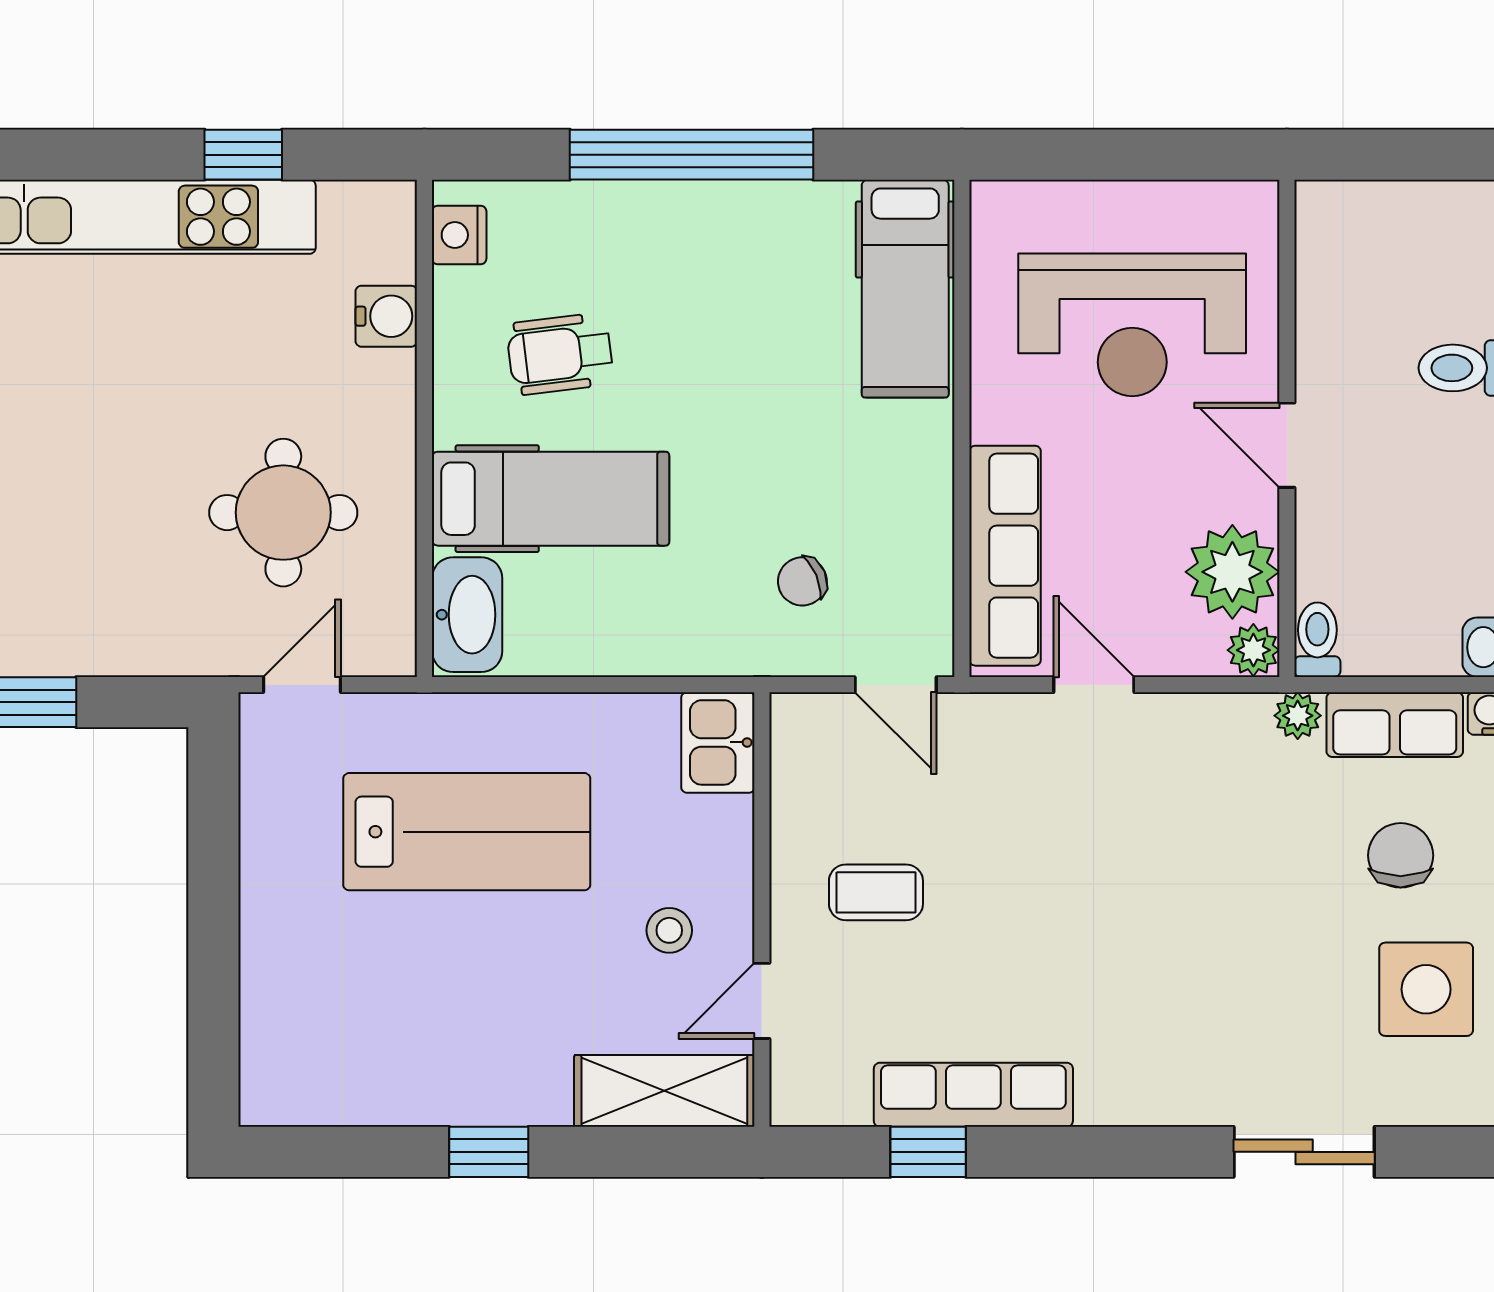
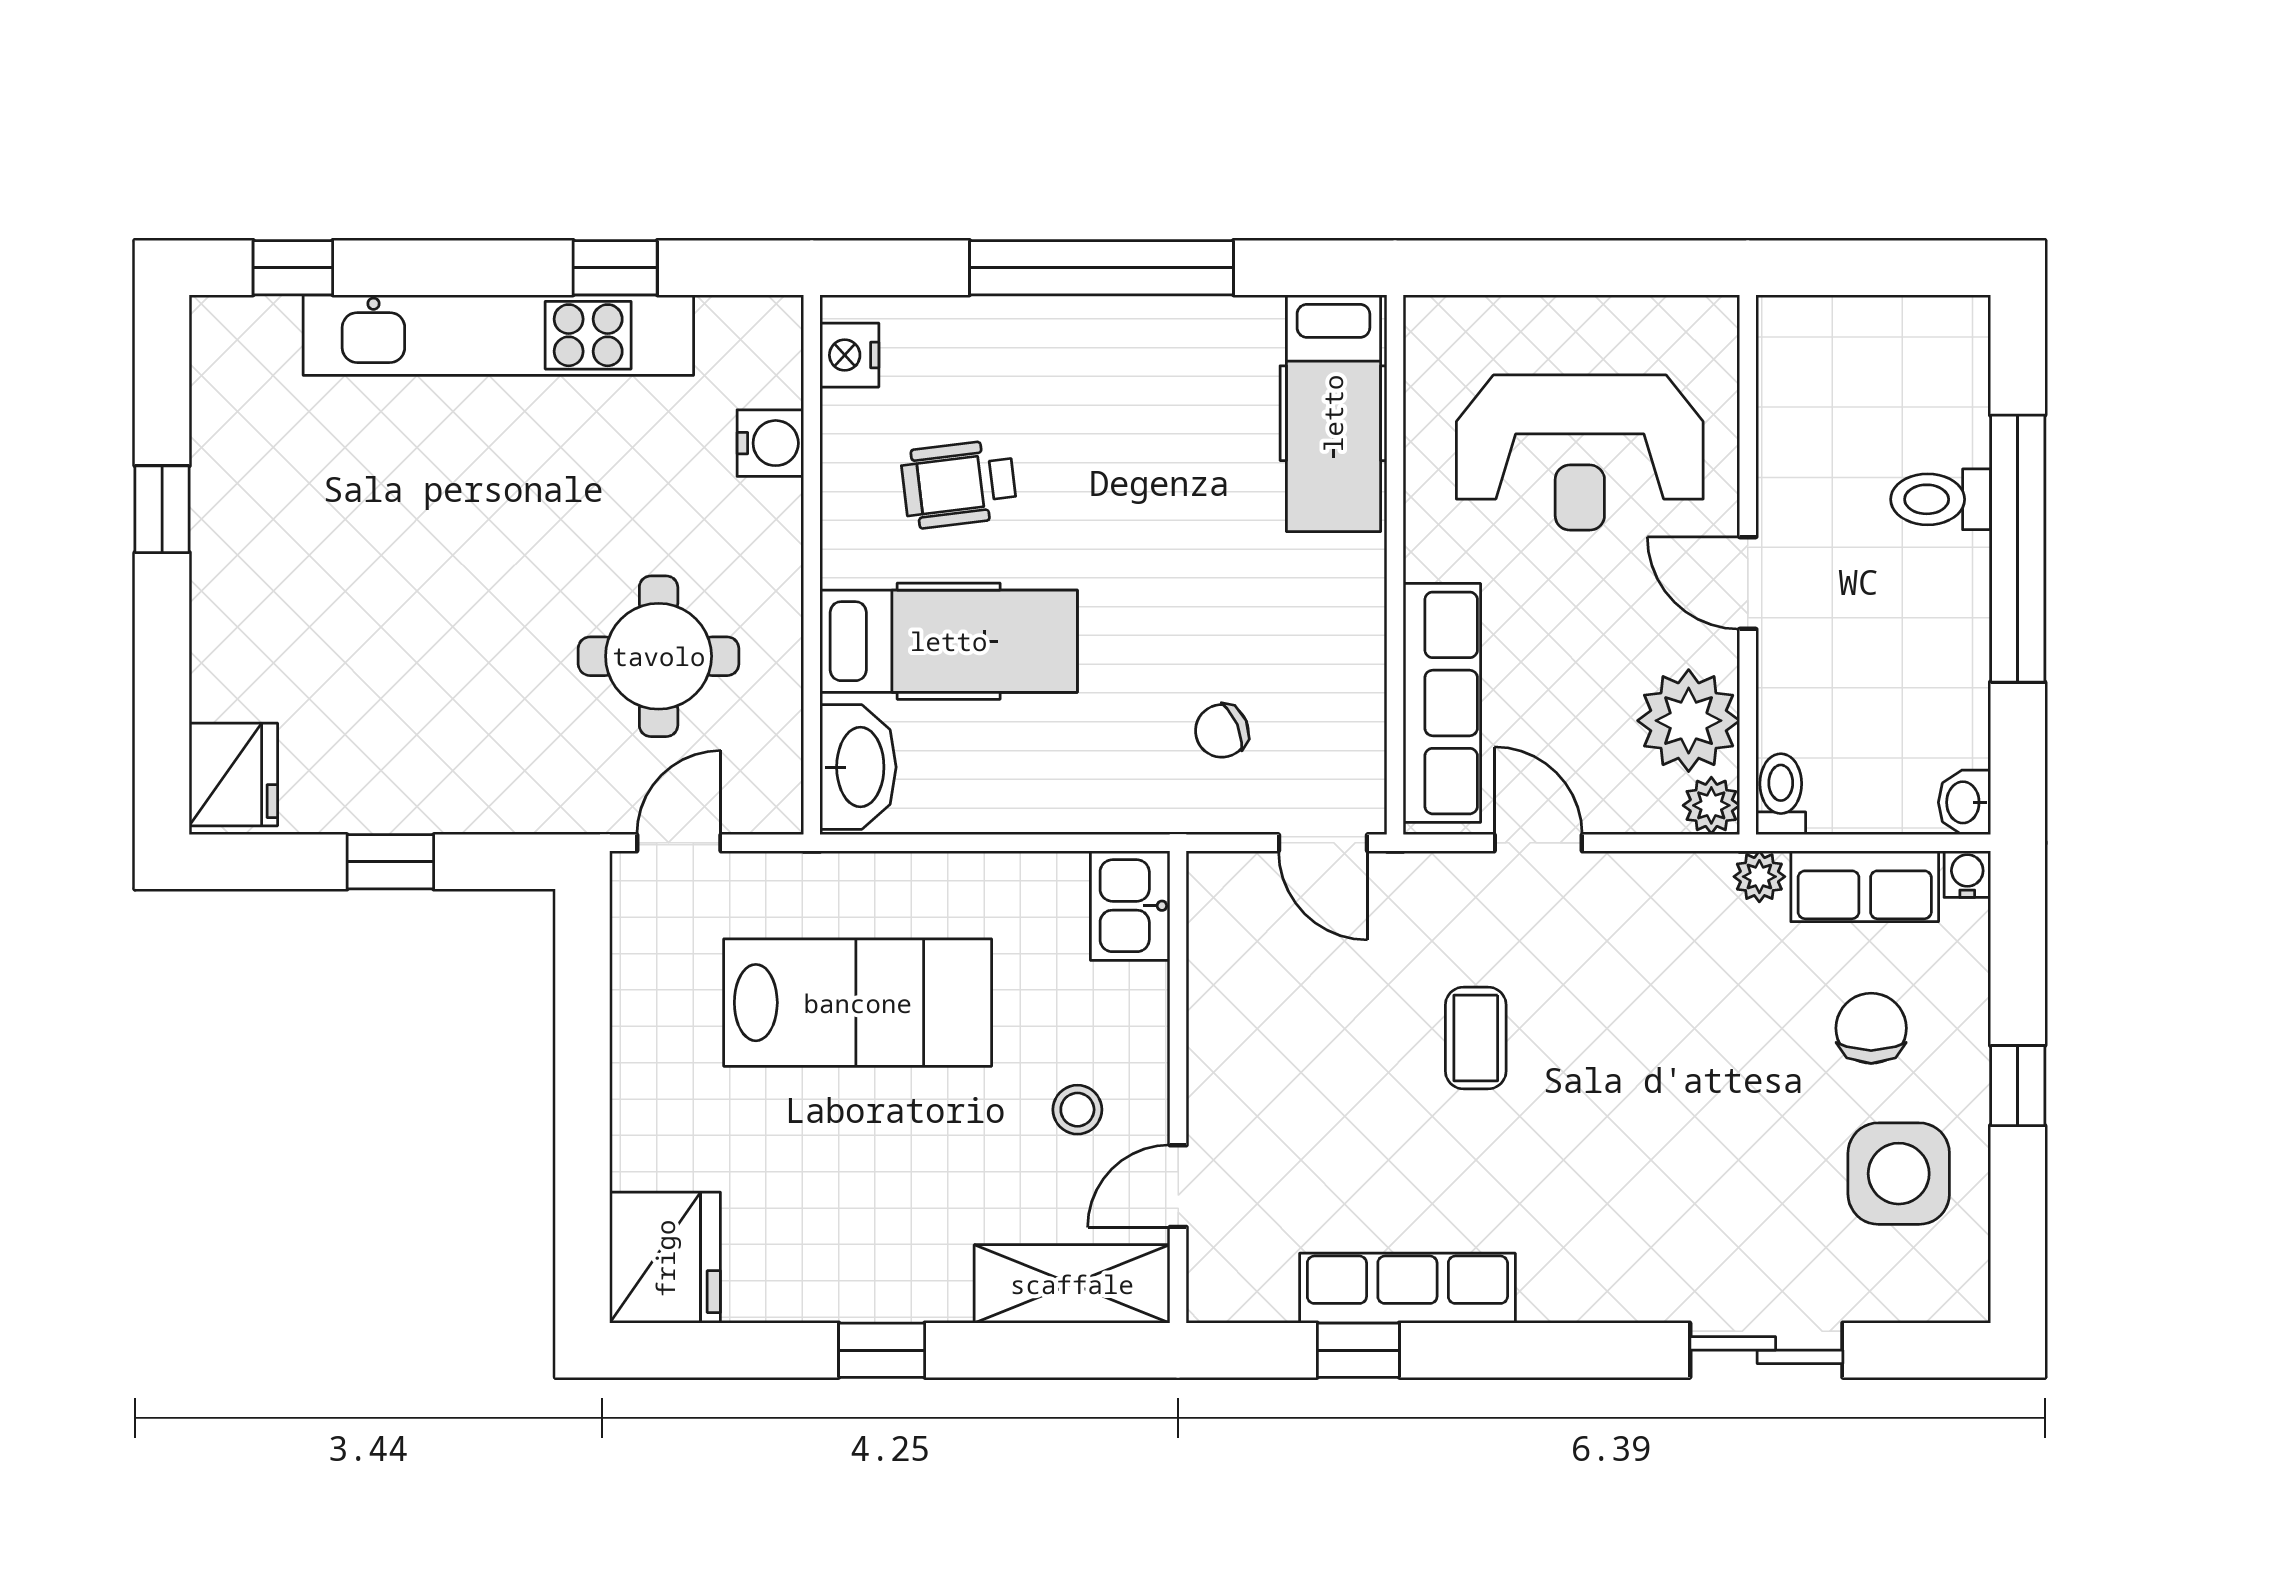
coffee table: (876, 892) -> (1476, 1038), moved, turned 90
fridge: (289, 1067) -> (665, 1258), added

